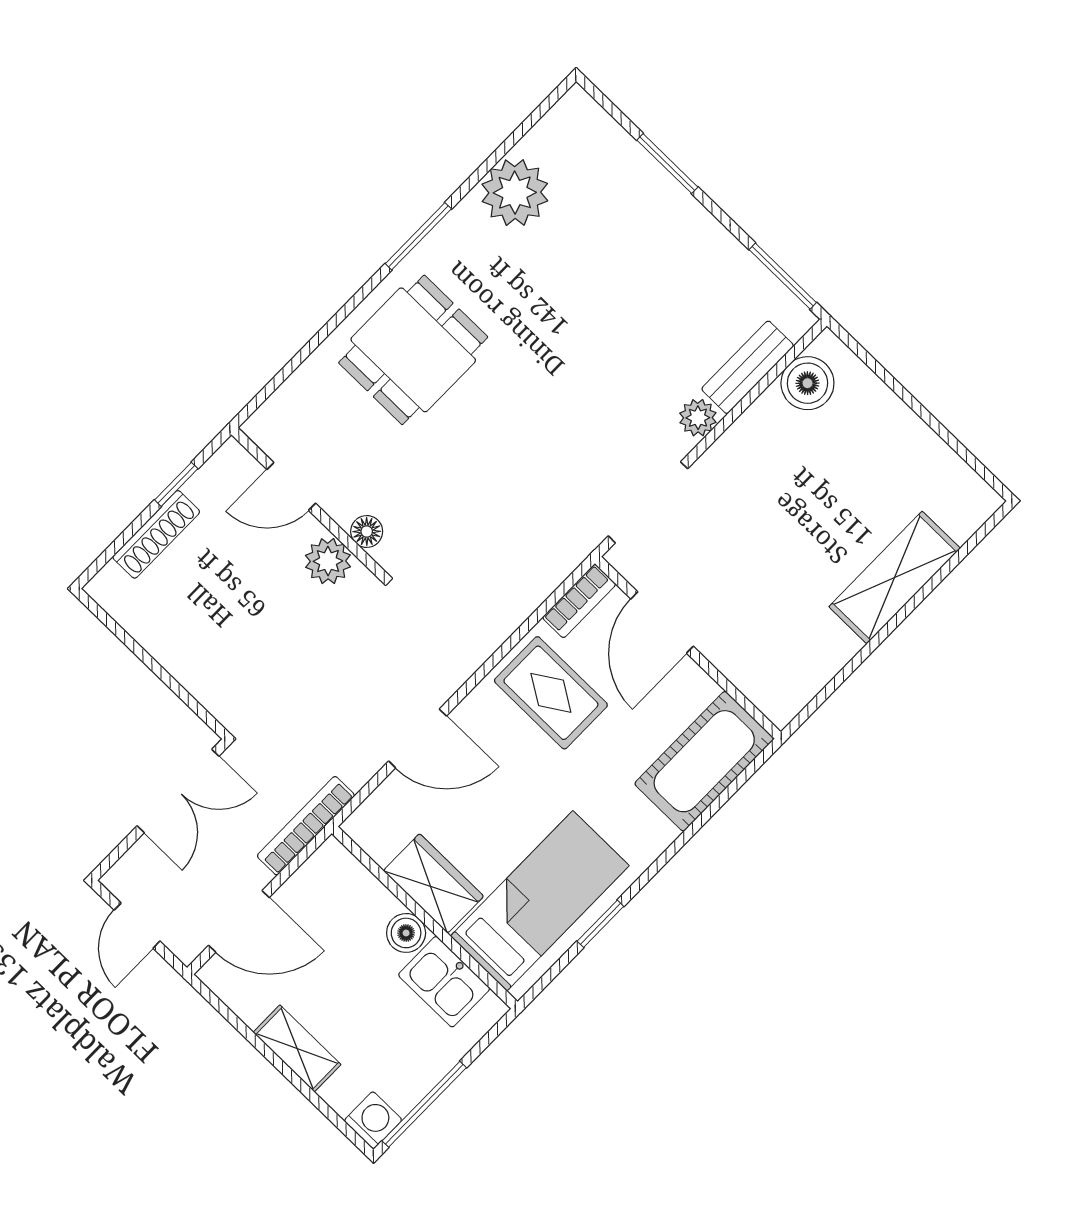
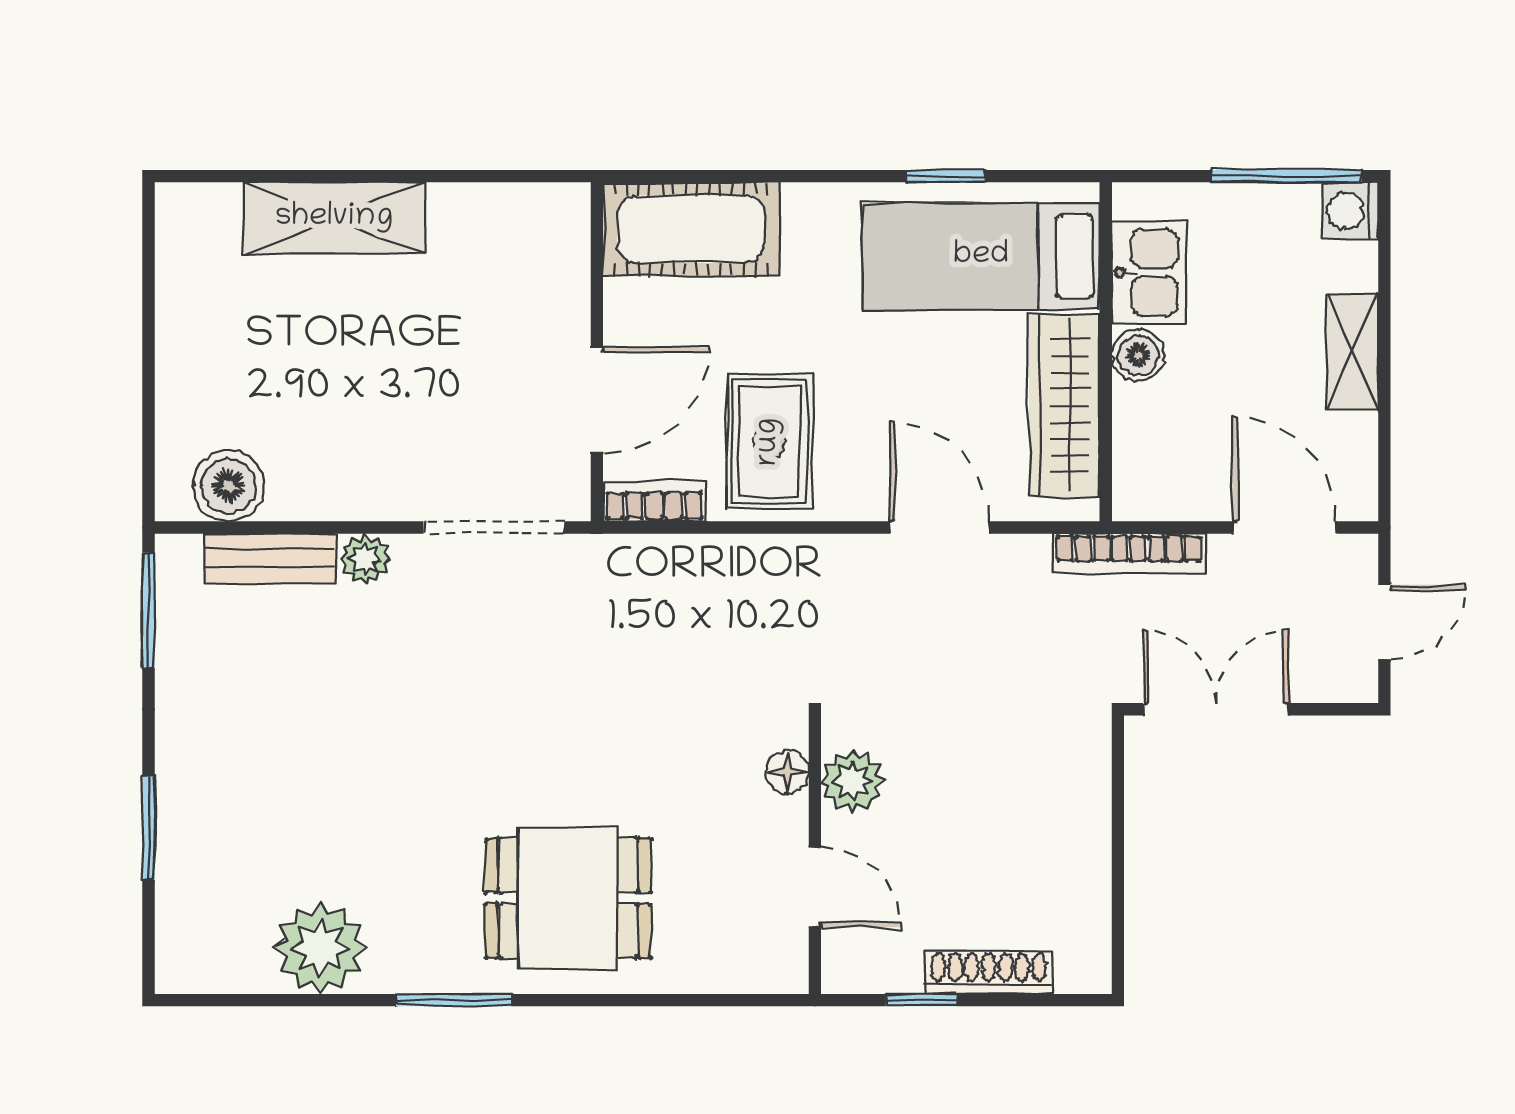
wardrobe: (433, 883) -> (1064, 406), width x1.50

